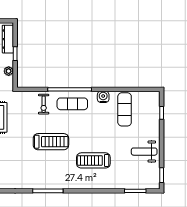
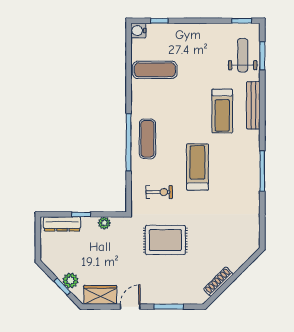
water cooler: (103, 97) -> (138, 31), moved
exercise bike: (44, 104) -> (159, 192), moved
weight bench: (144, 152) -> (243, 55), moved, turned 180
bench: (98, 184) -> (253, 105), added

